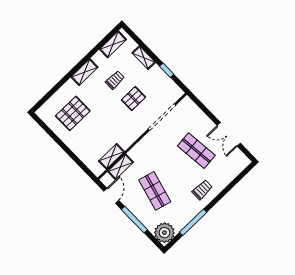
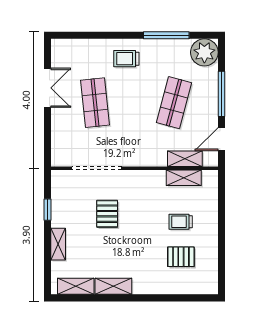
shelving: (84, 72) -> (113, 286), moved
trolley: (115, 80) -> (181, 222), moved
pallet: (133, 98) -> (107, 214), turned 90
pallet: (73, 113) -> (181, 257), width x0.67, depth x0.71

